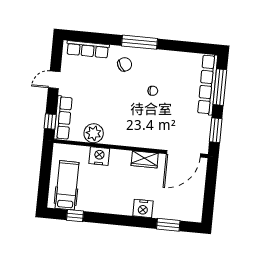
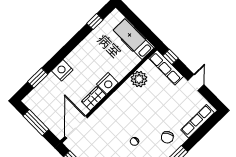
nightstand: (99, 156) -> (107, 83), moved
hospital bed: (67, 185) -> (134, 39), moved, turned 180
window: (210, 193) -> (36, 123), added

